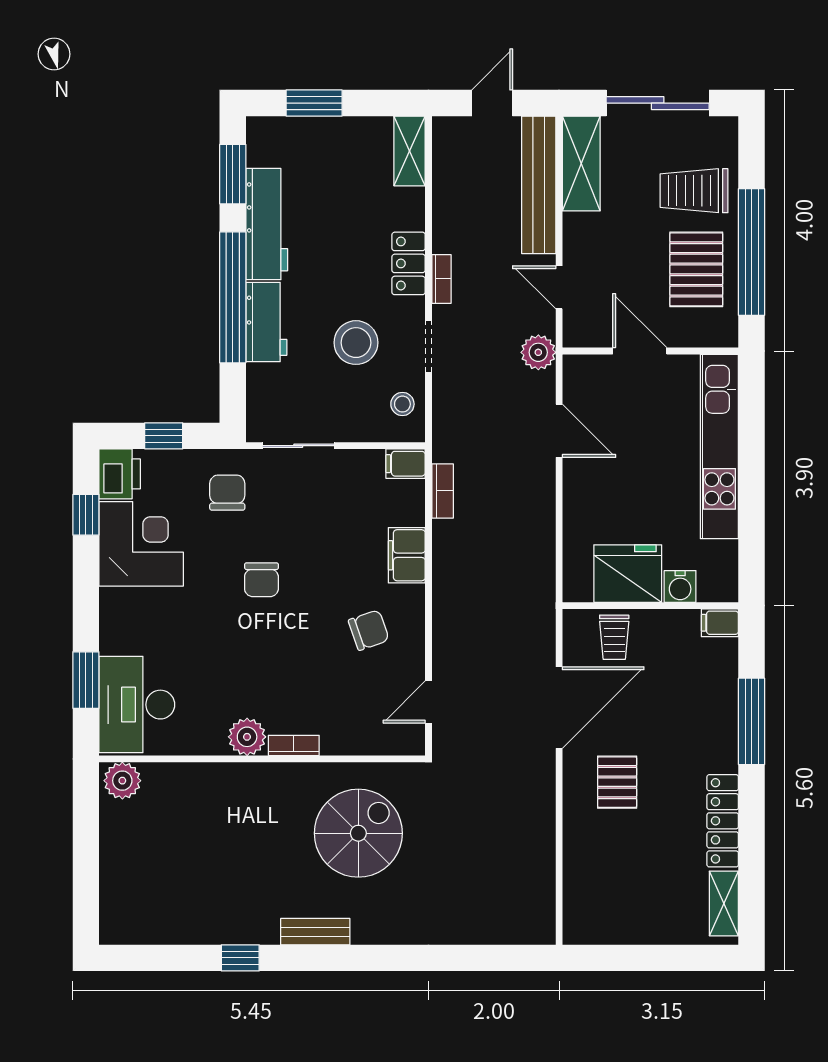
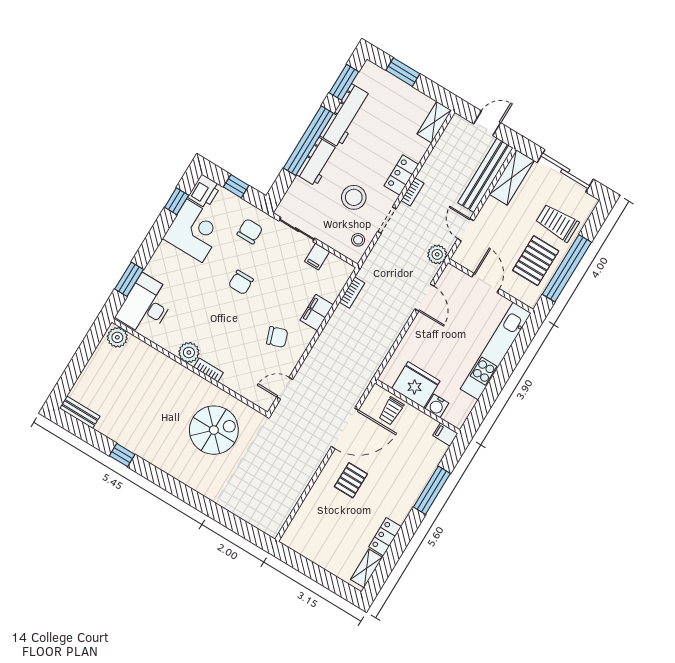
filing cabinet: (406, 464) -> (317, 257), moved, turned -90
locker: (723, 821) -> (385, 537), width x0.66
bench: (315, 932) -> (80, 412), moved

